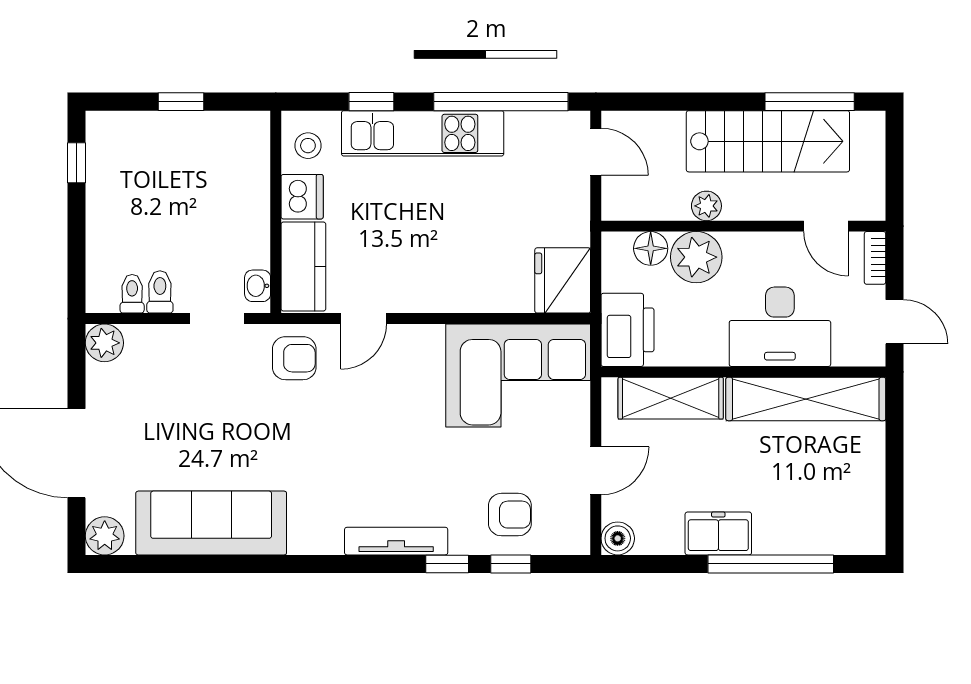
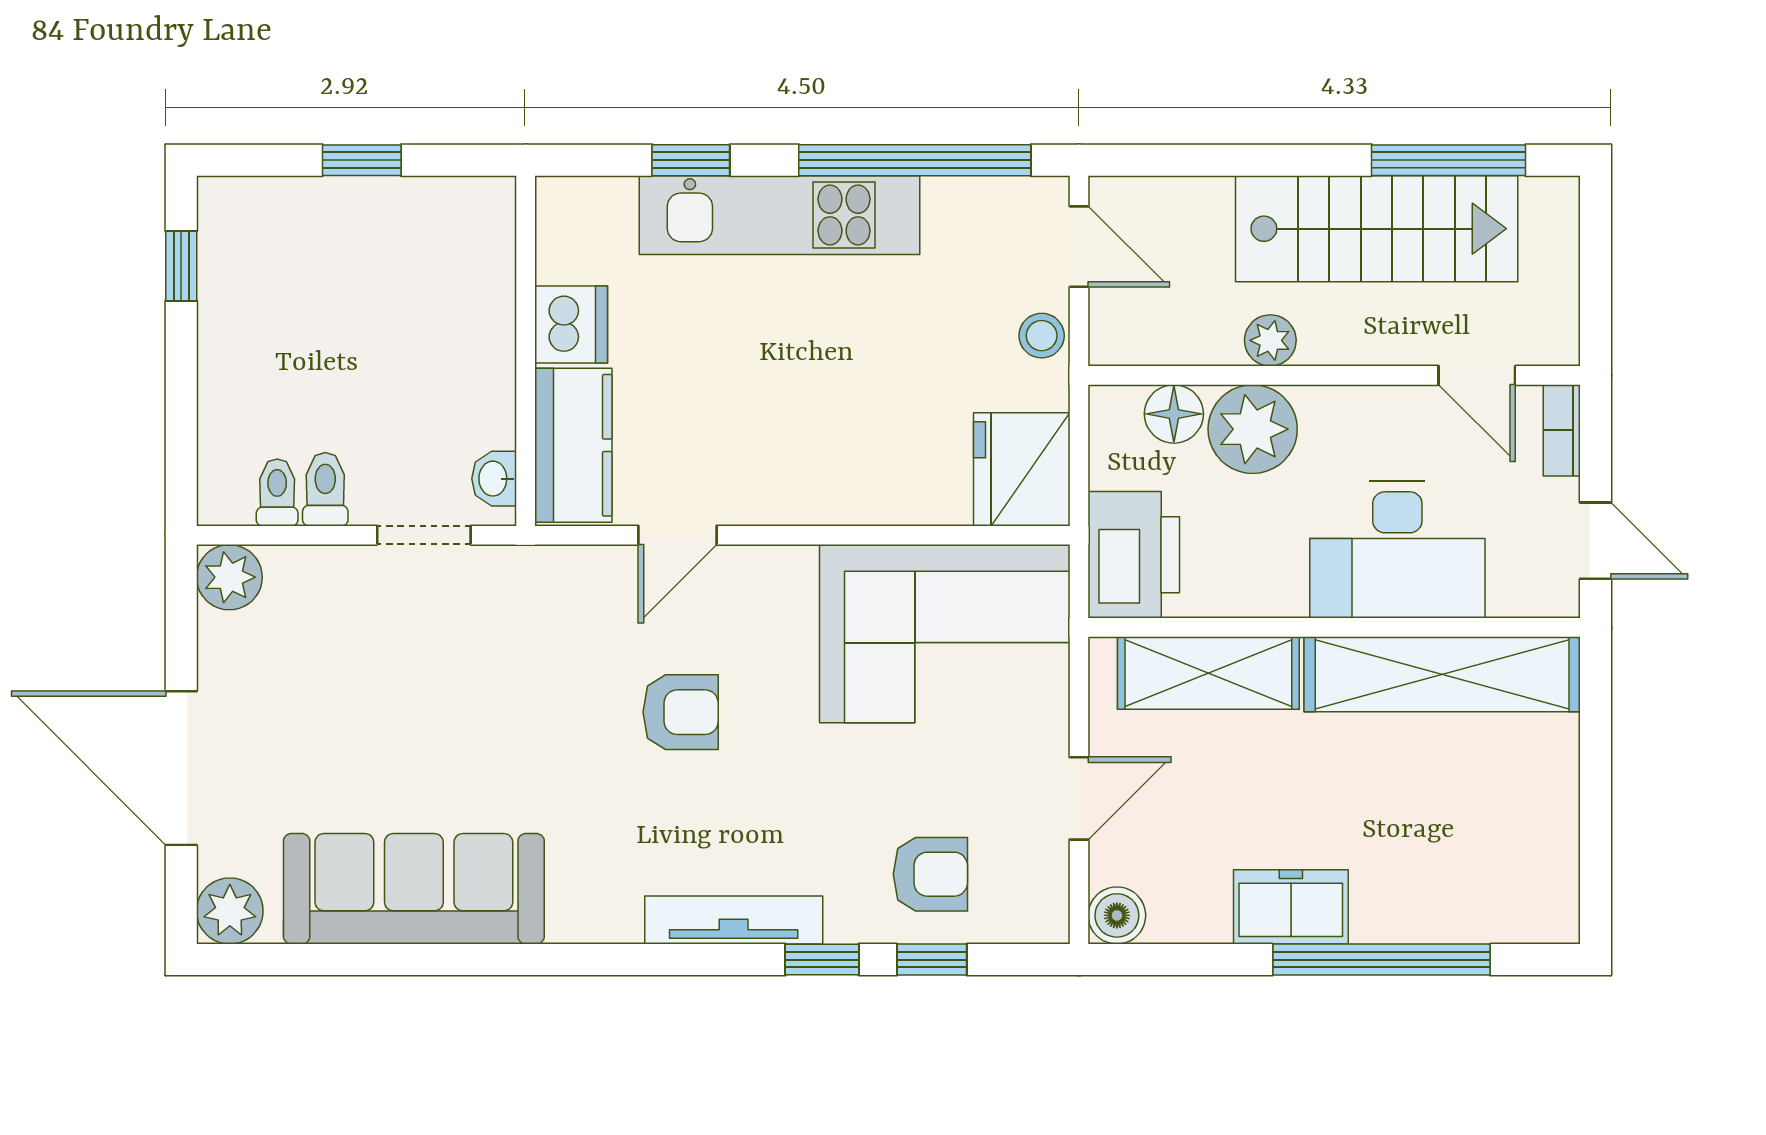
stool: (308, 146) -> (1042, 336), moved
armchair: (294, 358) -> (681, 712), moved

